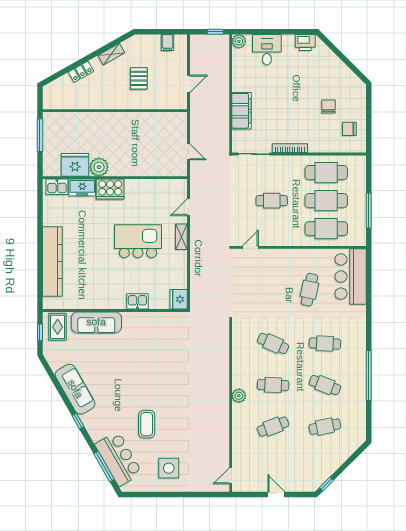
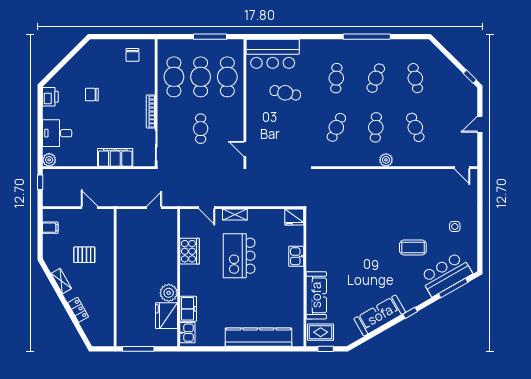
chair: (328, 106) -> (92, 95), moved
cooker: (110, 189) -> (190, 251), moved
side table: (169, 468) -> (455, 226), width x0.54, depth x0.54

